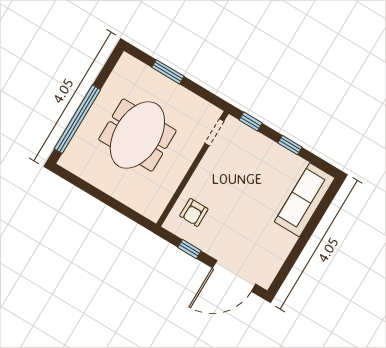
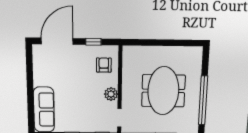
window: (77, 119) -> (203, 100), moved
plant: (207, 170) -> (111, 94), added

